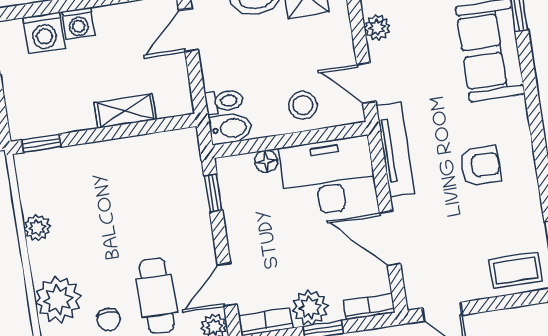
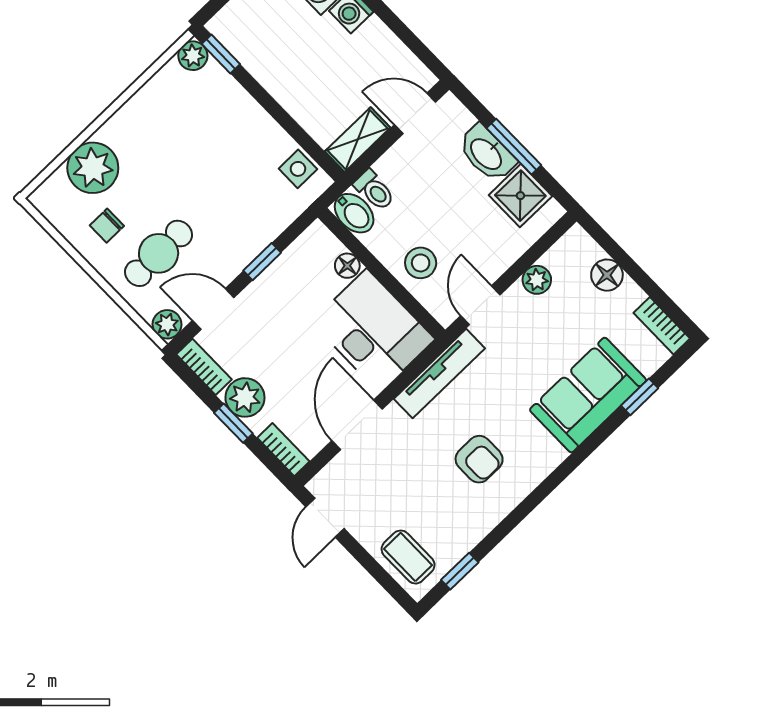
shelving: (125, 111) -> (358, 140), moved, turned 90
side table: (168, 147) -> (298, 169), added
window: (213, 193) -> (262, 262), moved
plant: (37, 228) -> (193, 56), moved

